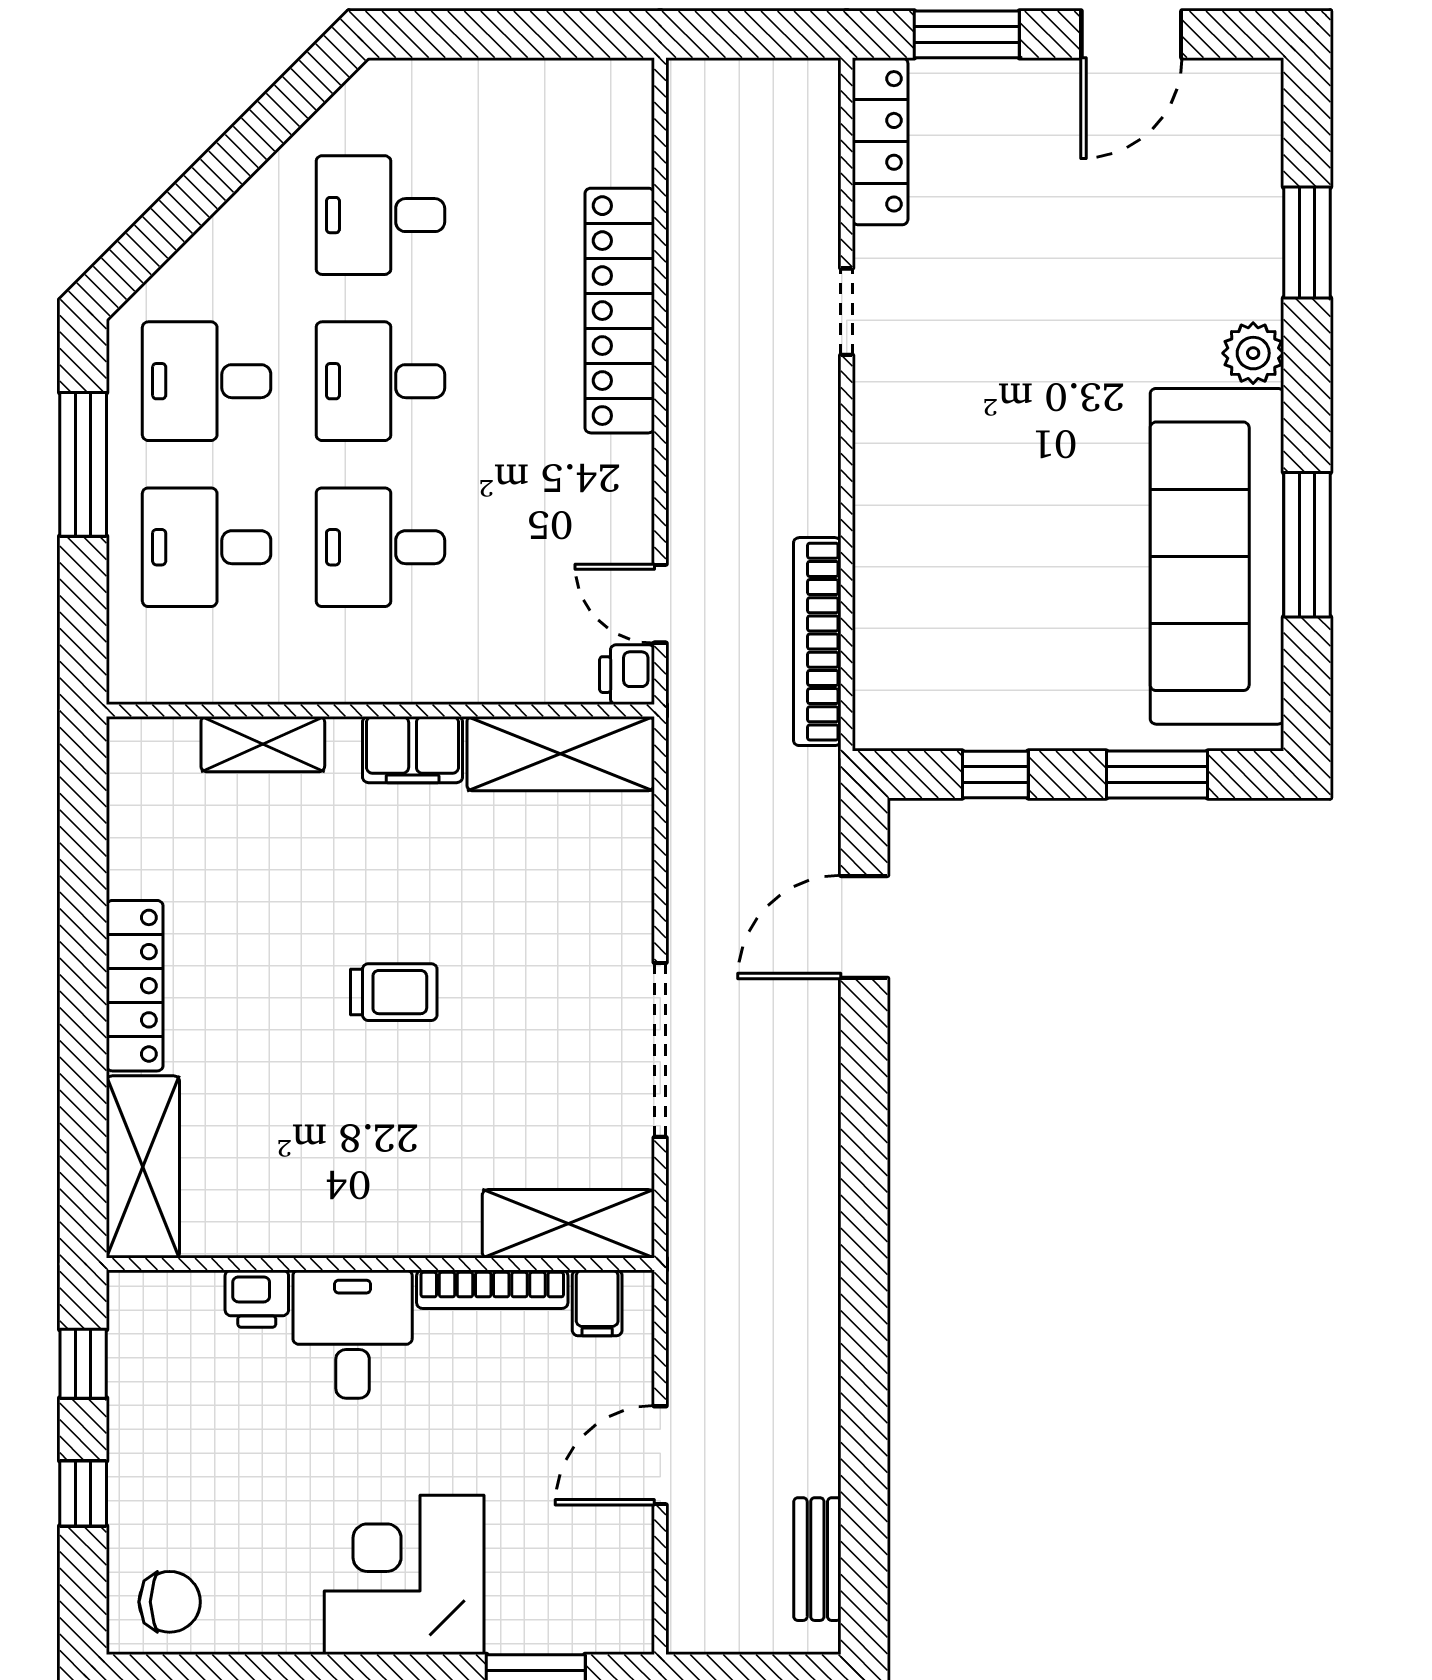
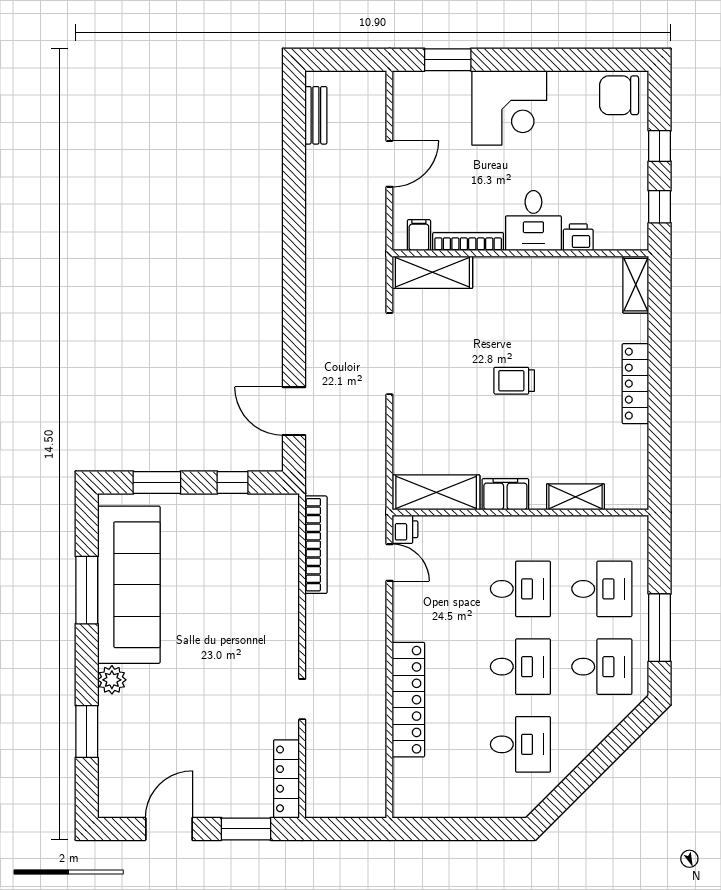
door: (864, 927) -> (294, 411), swing flipped
shelving: (143, 1167) -> (636, 285), width x0.67, depth x0.75
chair: (170, 1602) -> (619, 95), width x1.37, depth x1.37

